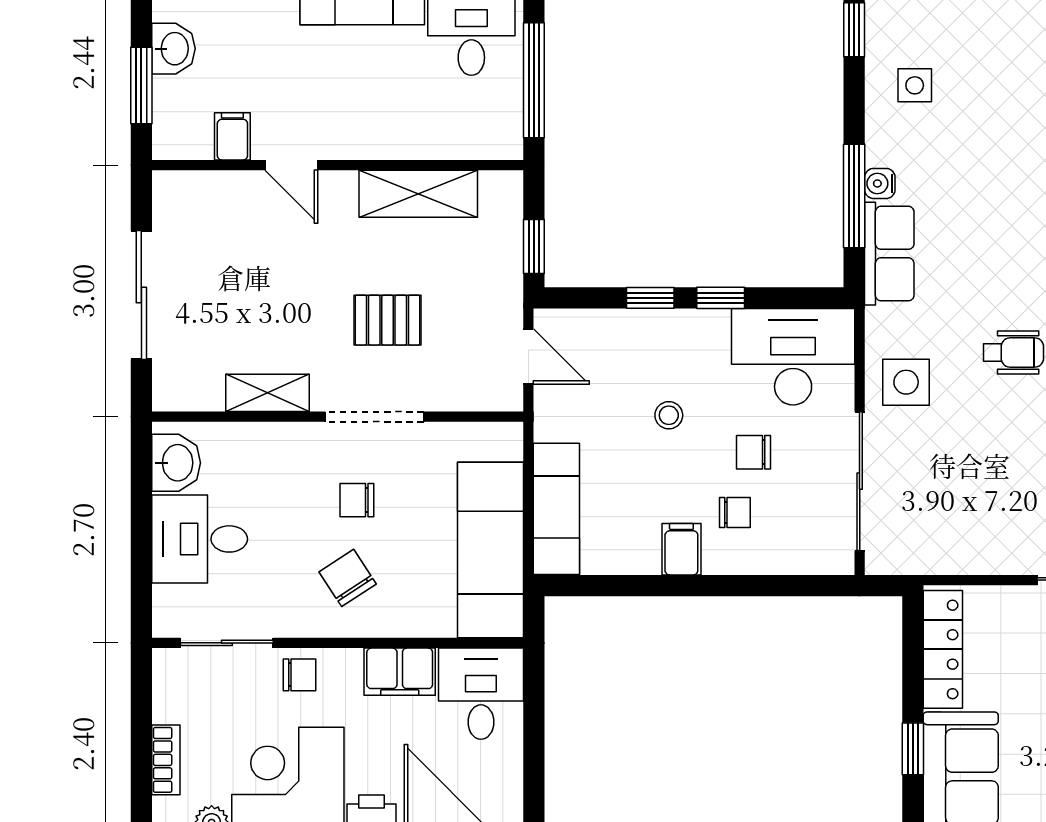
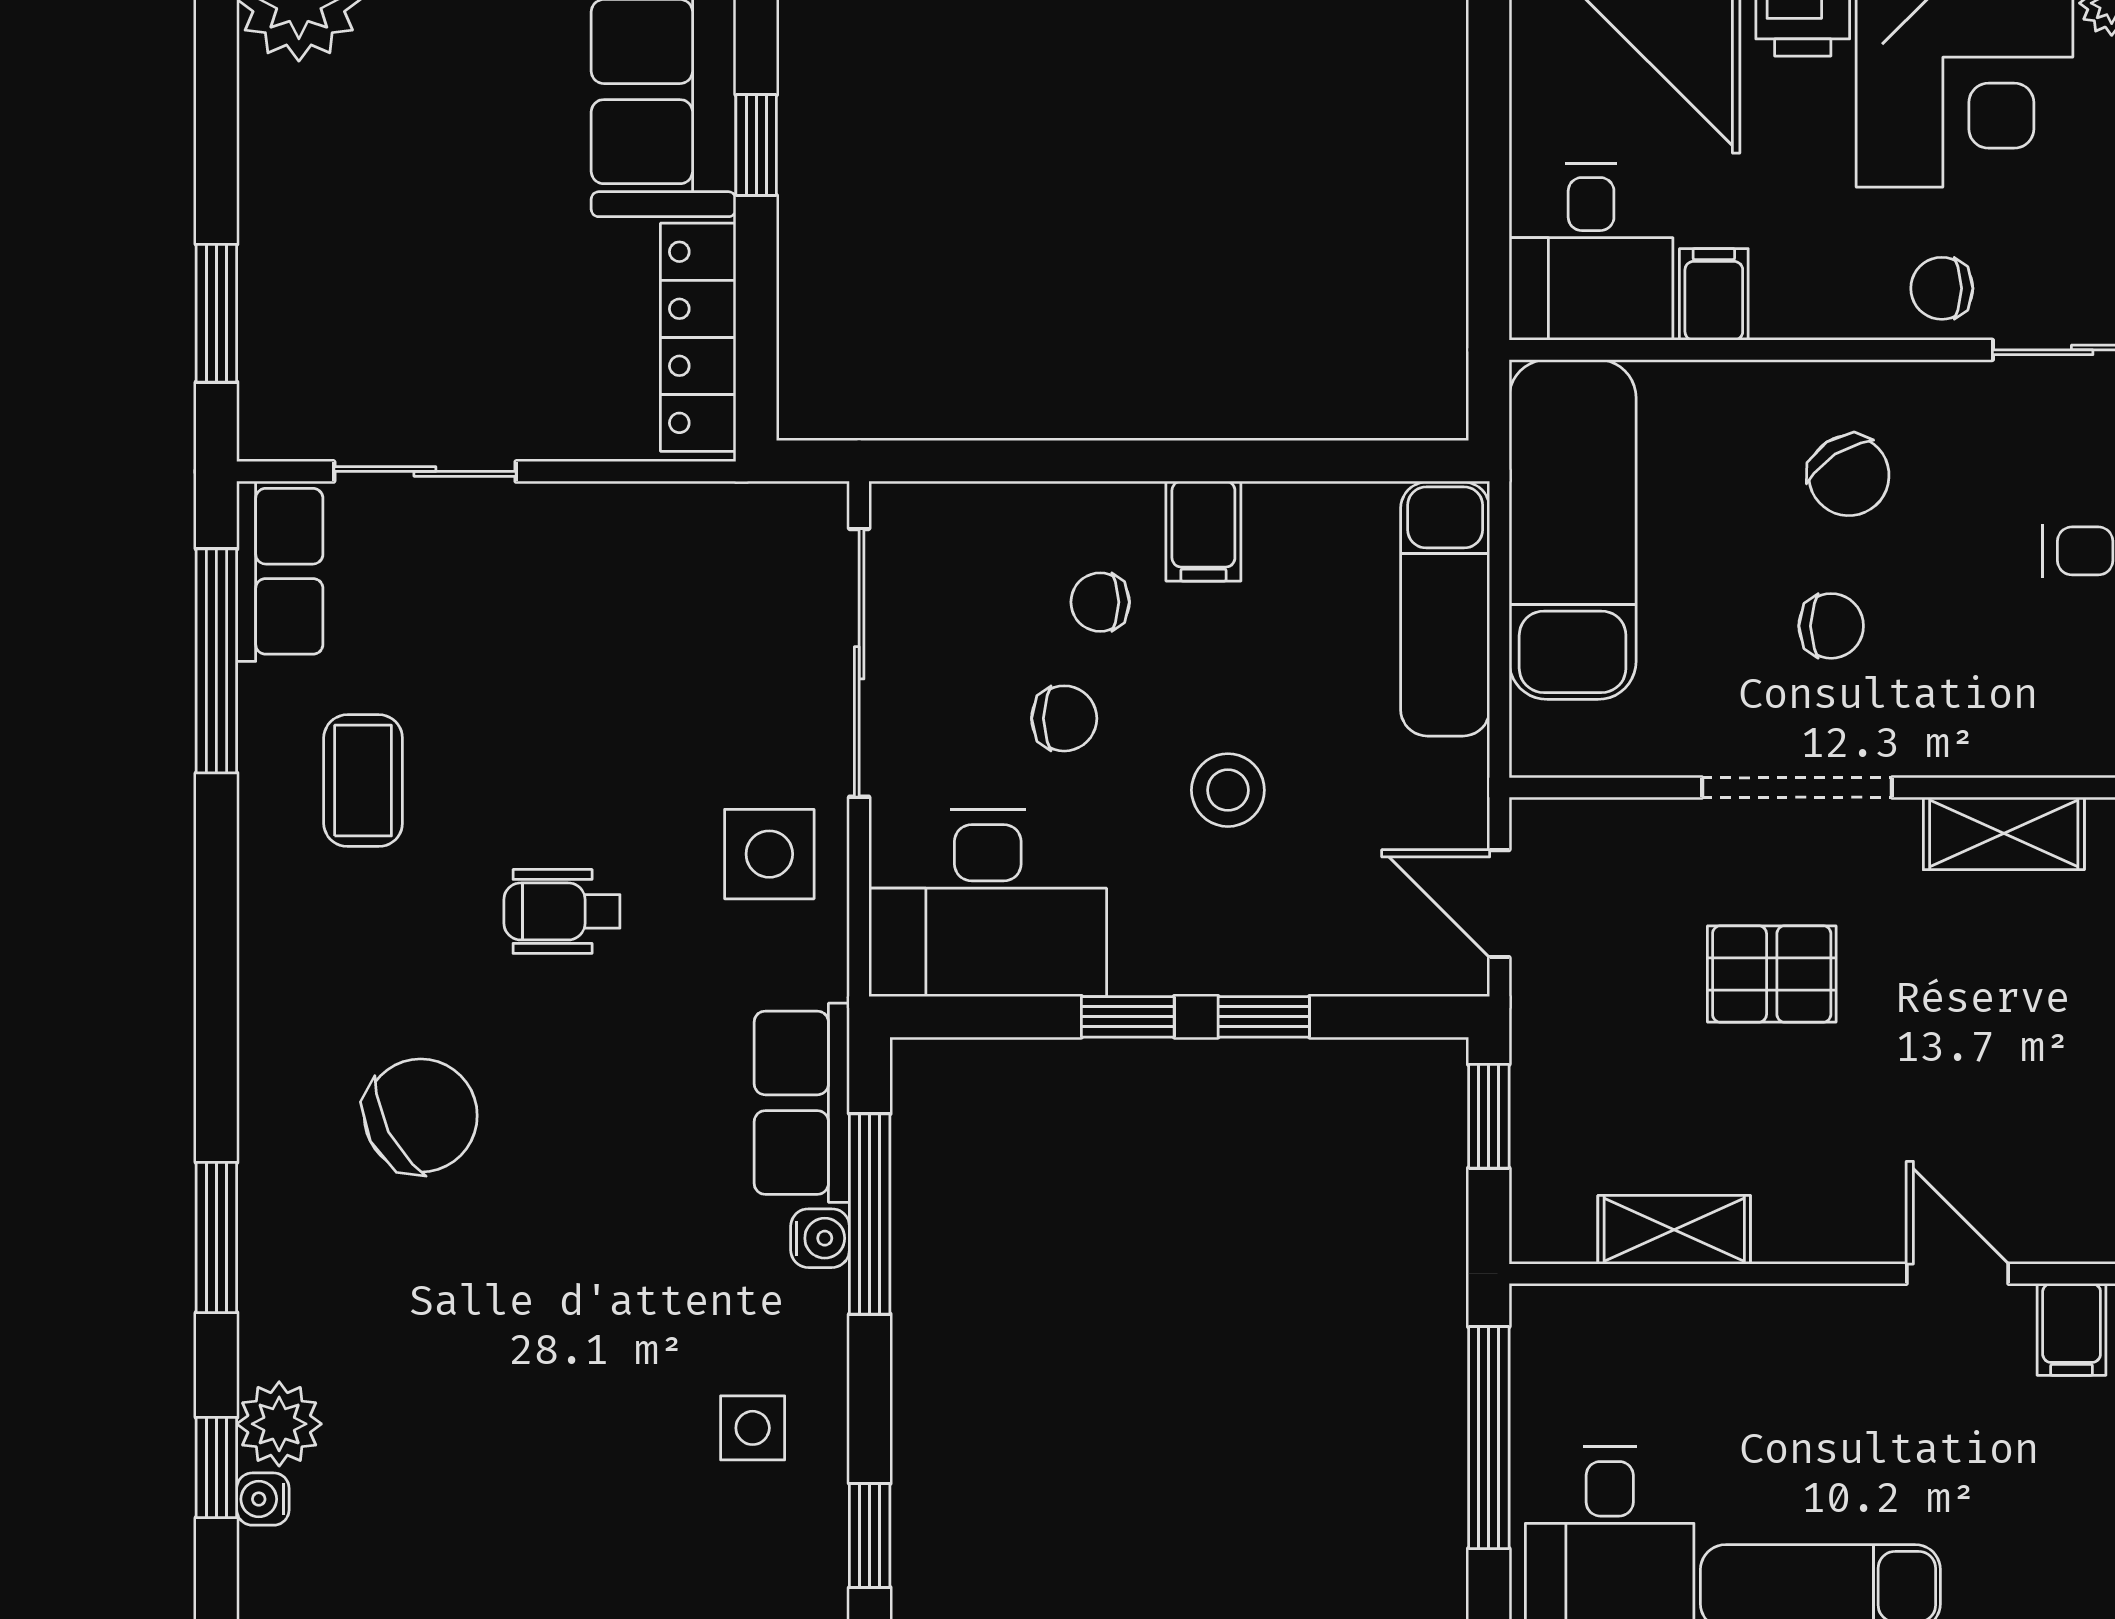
shelving: (418, 194) -> (1674, 1230), width x0.67, depth x0.75
stool: (669, 415) -> (1228, 790), width x1.37, depth x1.37
filing cabinet: (400, 672) -> (1714, 294), width x0.50

